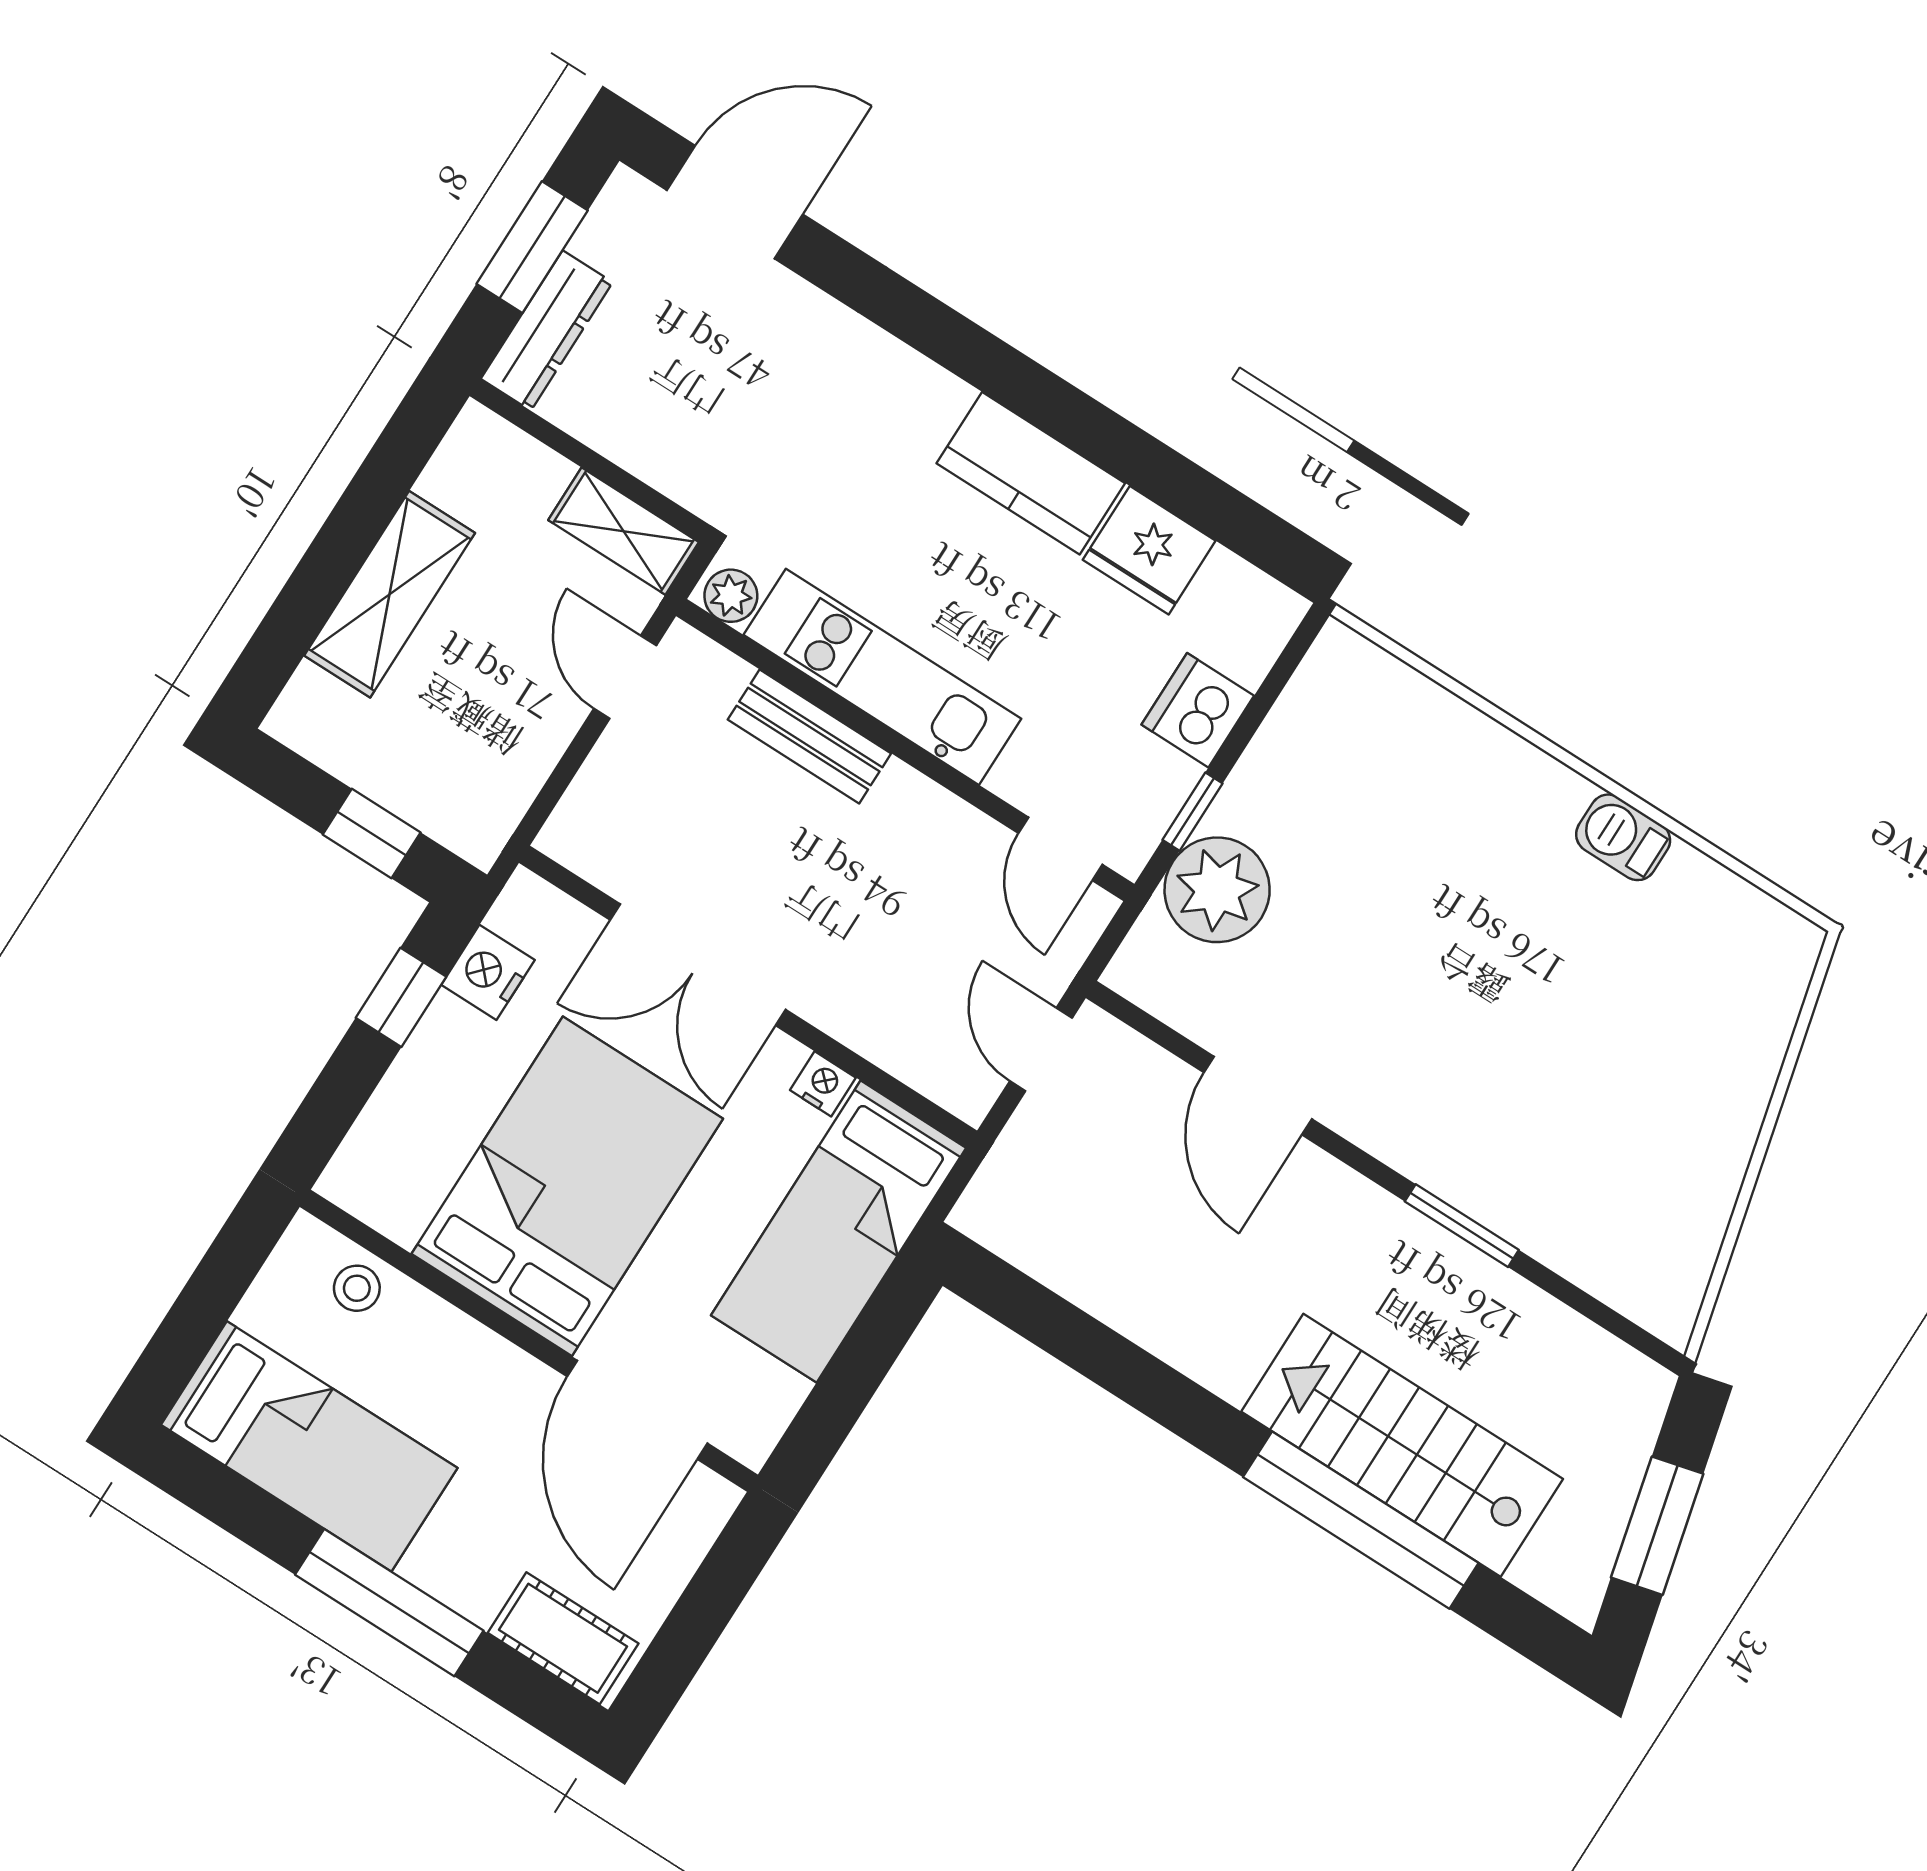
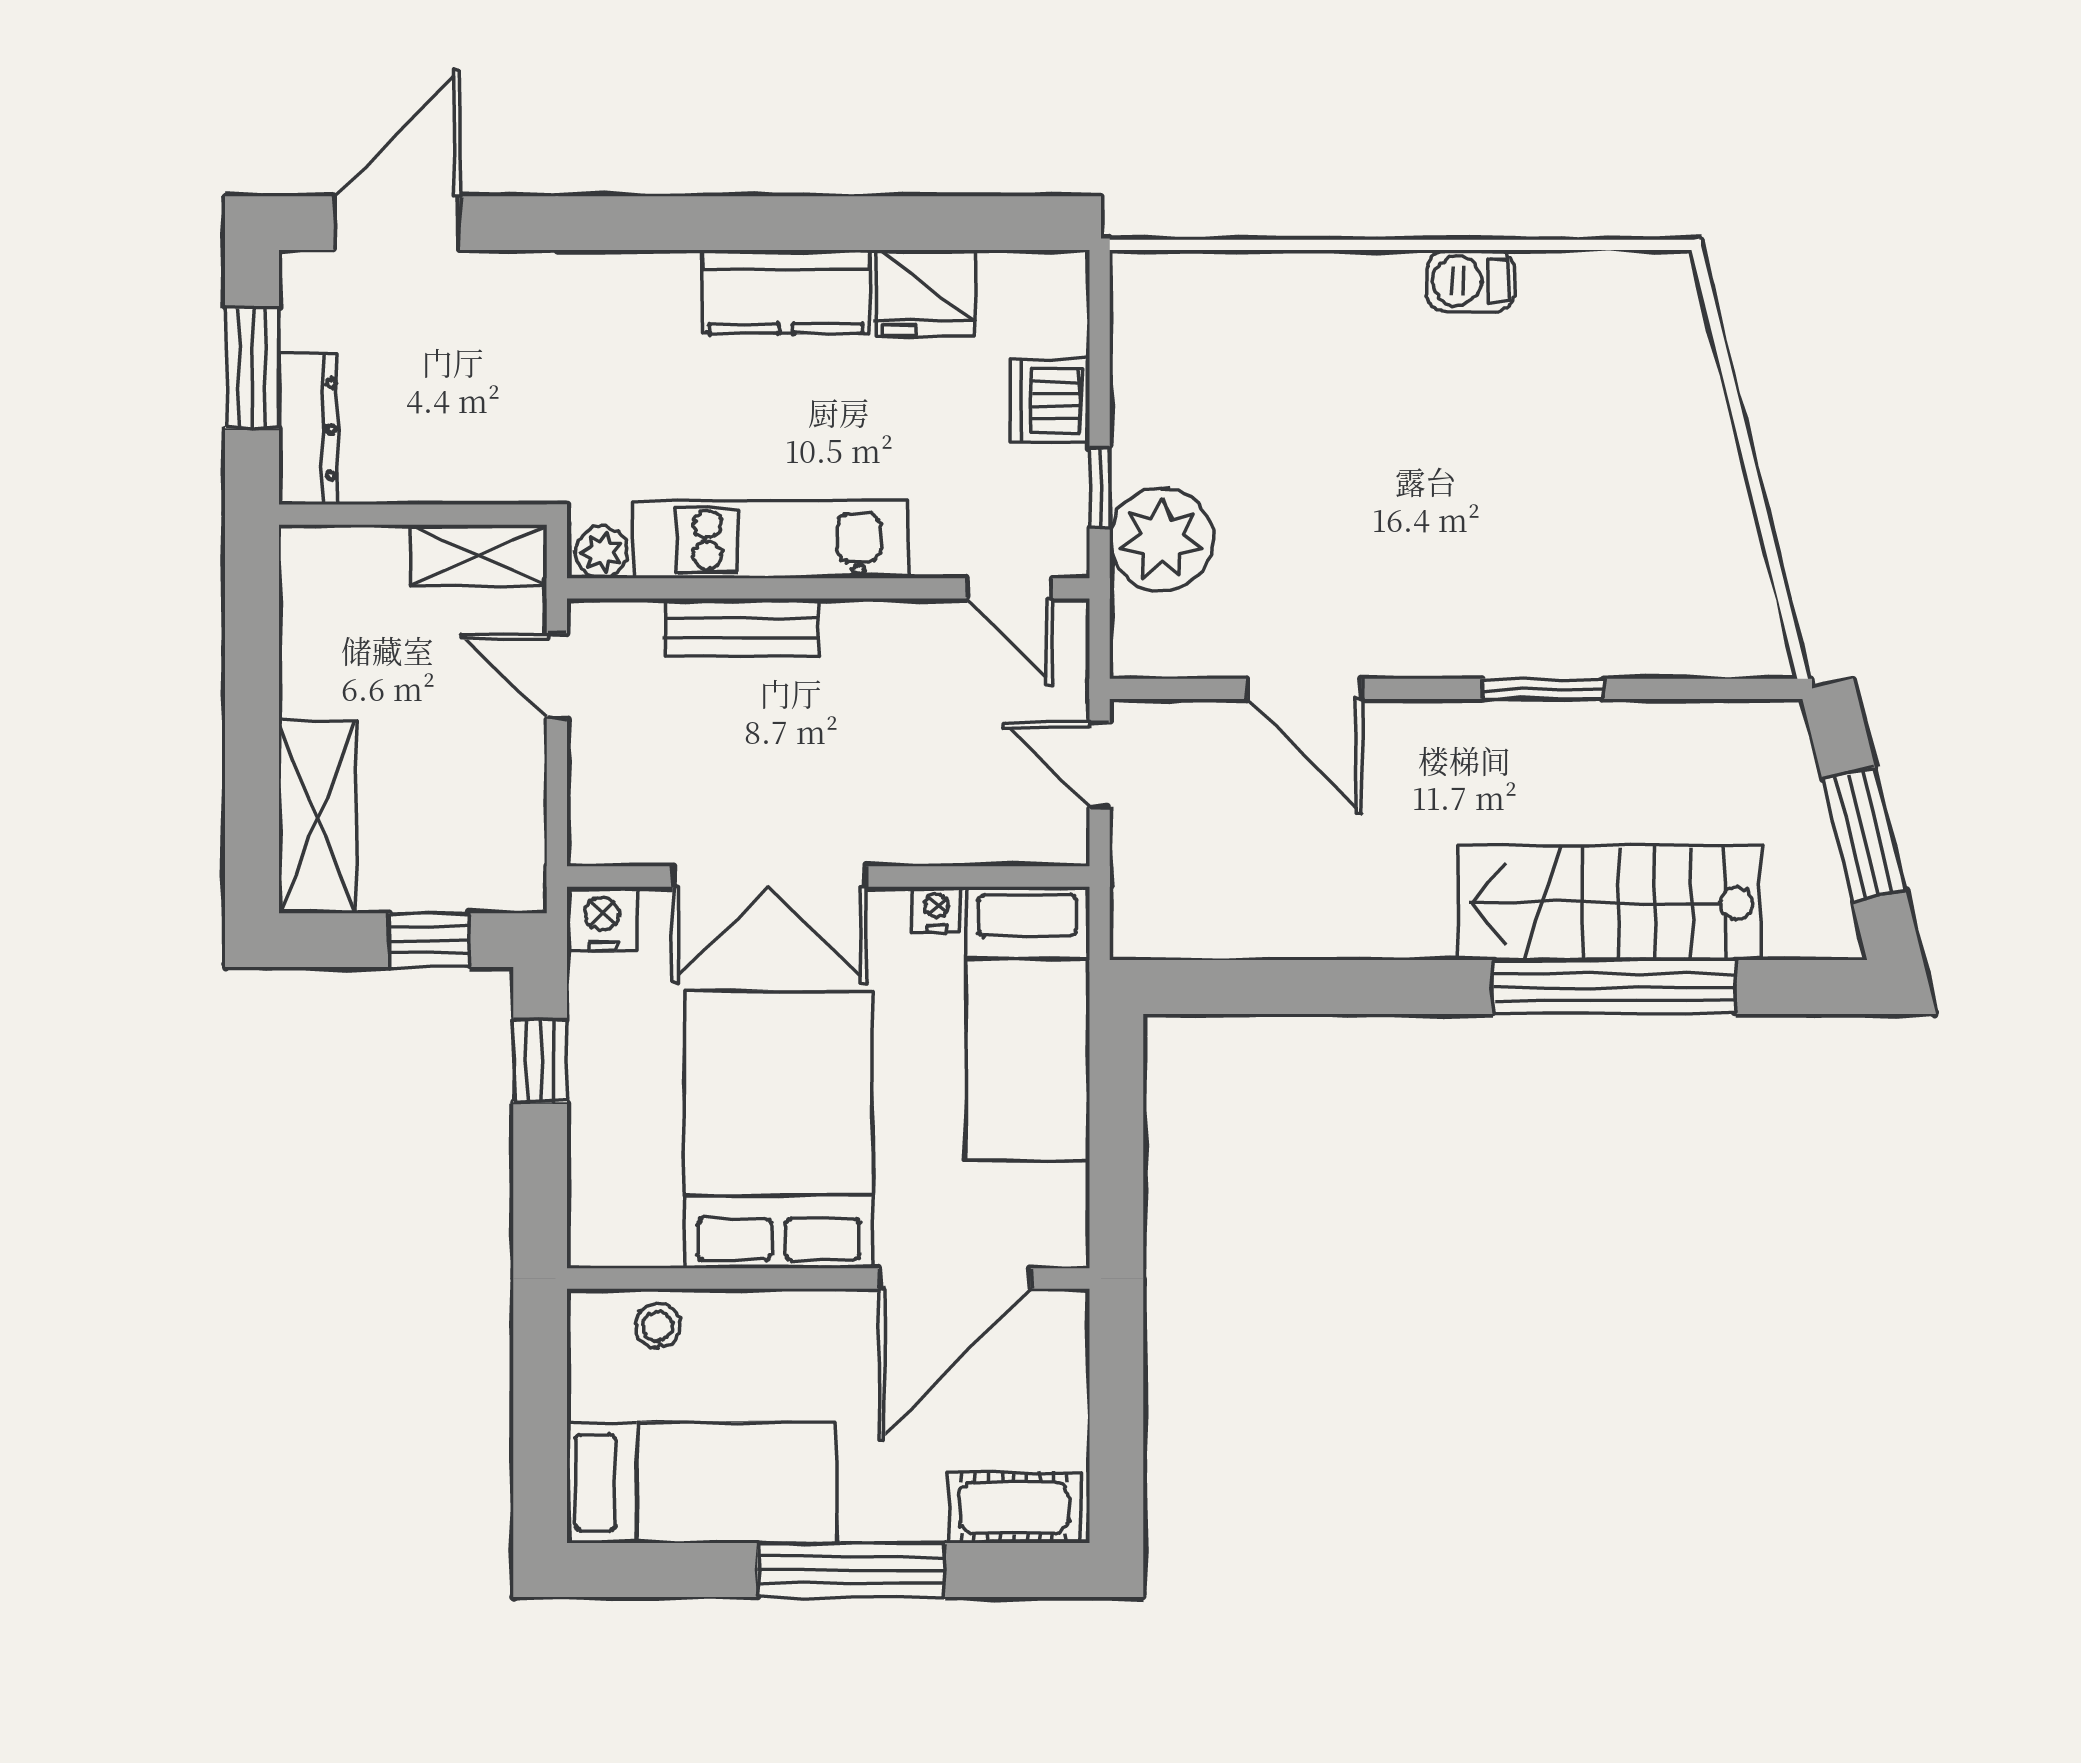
shelving: (390, 594) -> (317, 817), moved
nightstand: (488, 972) -> (602, 919), moved, turned 90
door: (637, 1410) -> (955, 1279), hinge flipped

